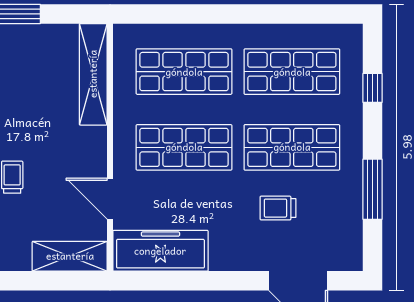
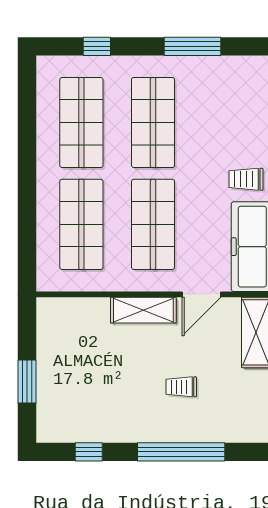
shelving: (93, 74) -> (143, 310), moved, width x0.68
trolley: (278, 208) -> (246, 179), moved, turned 90

